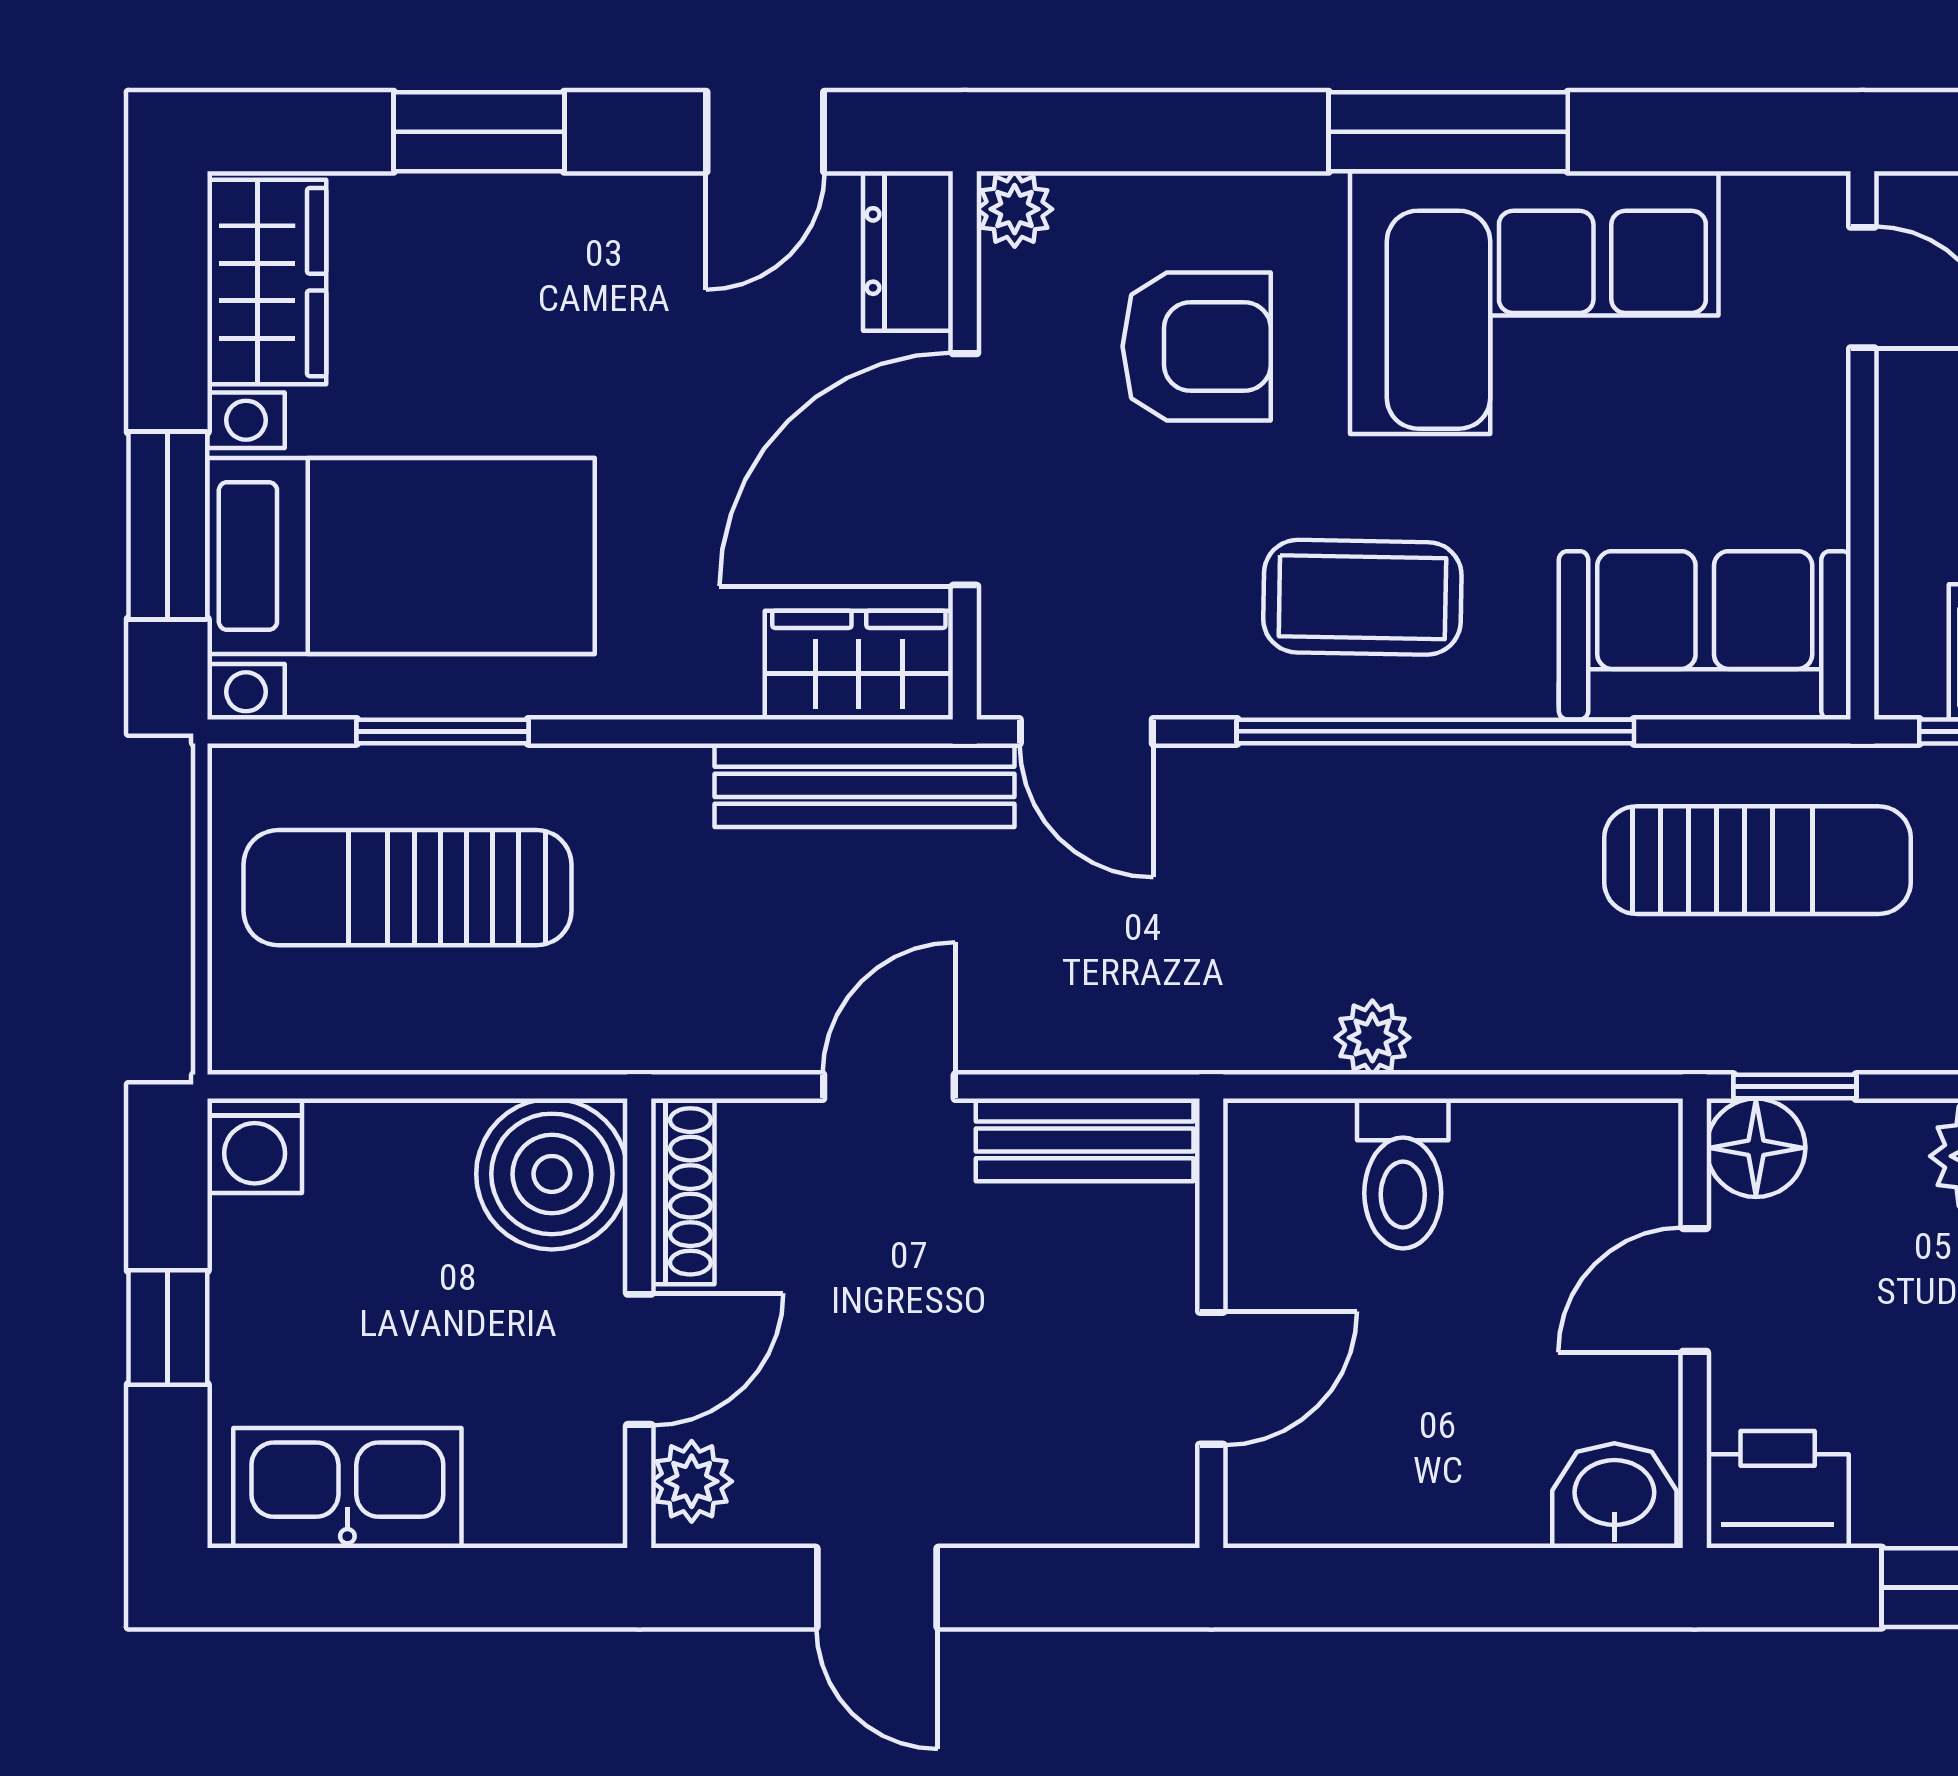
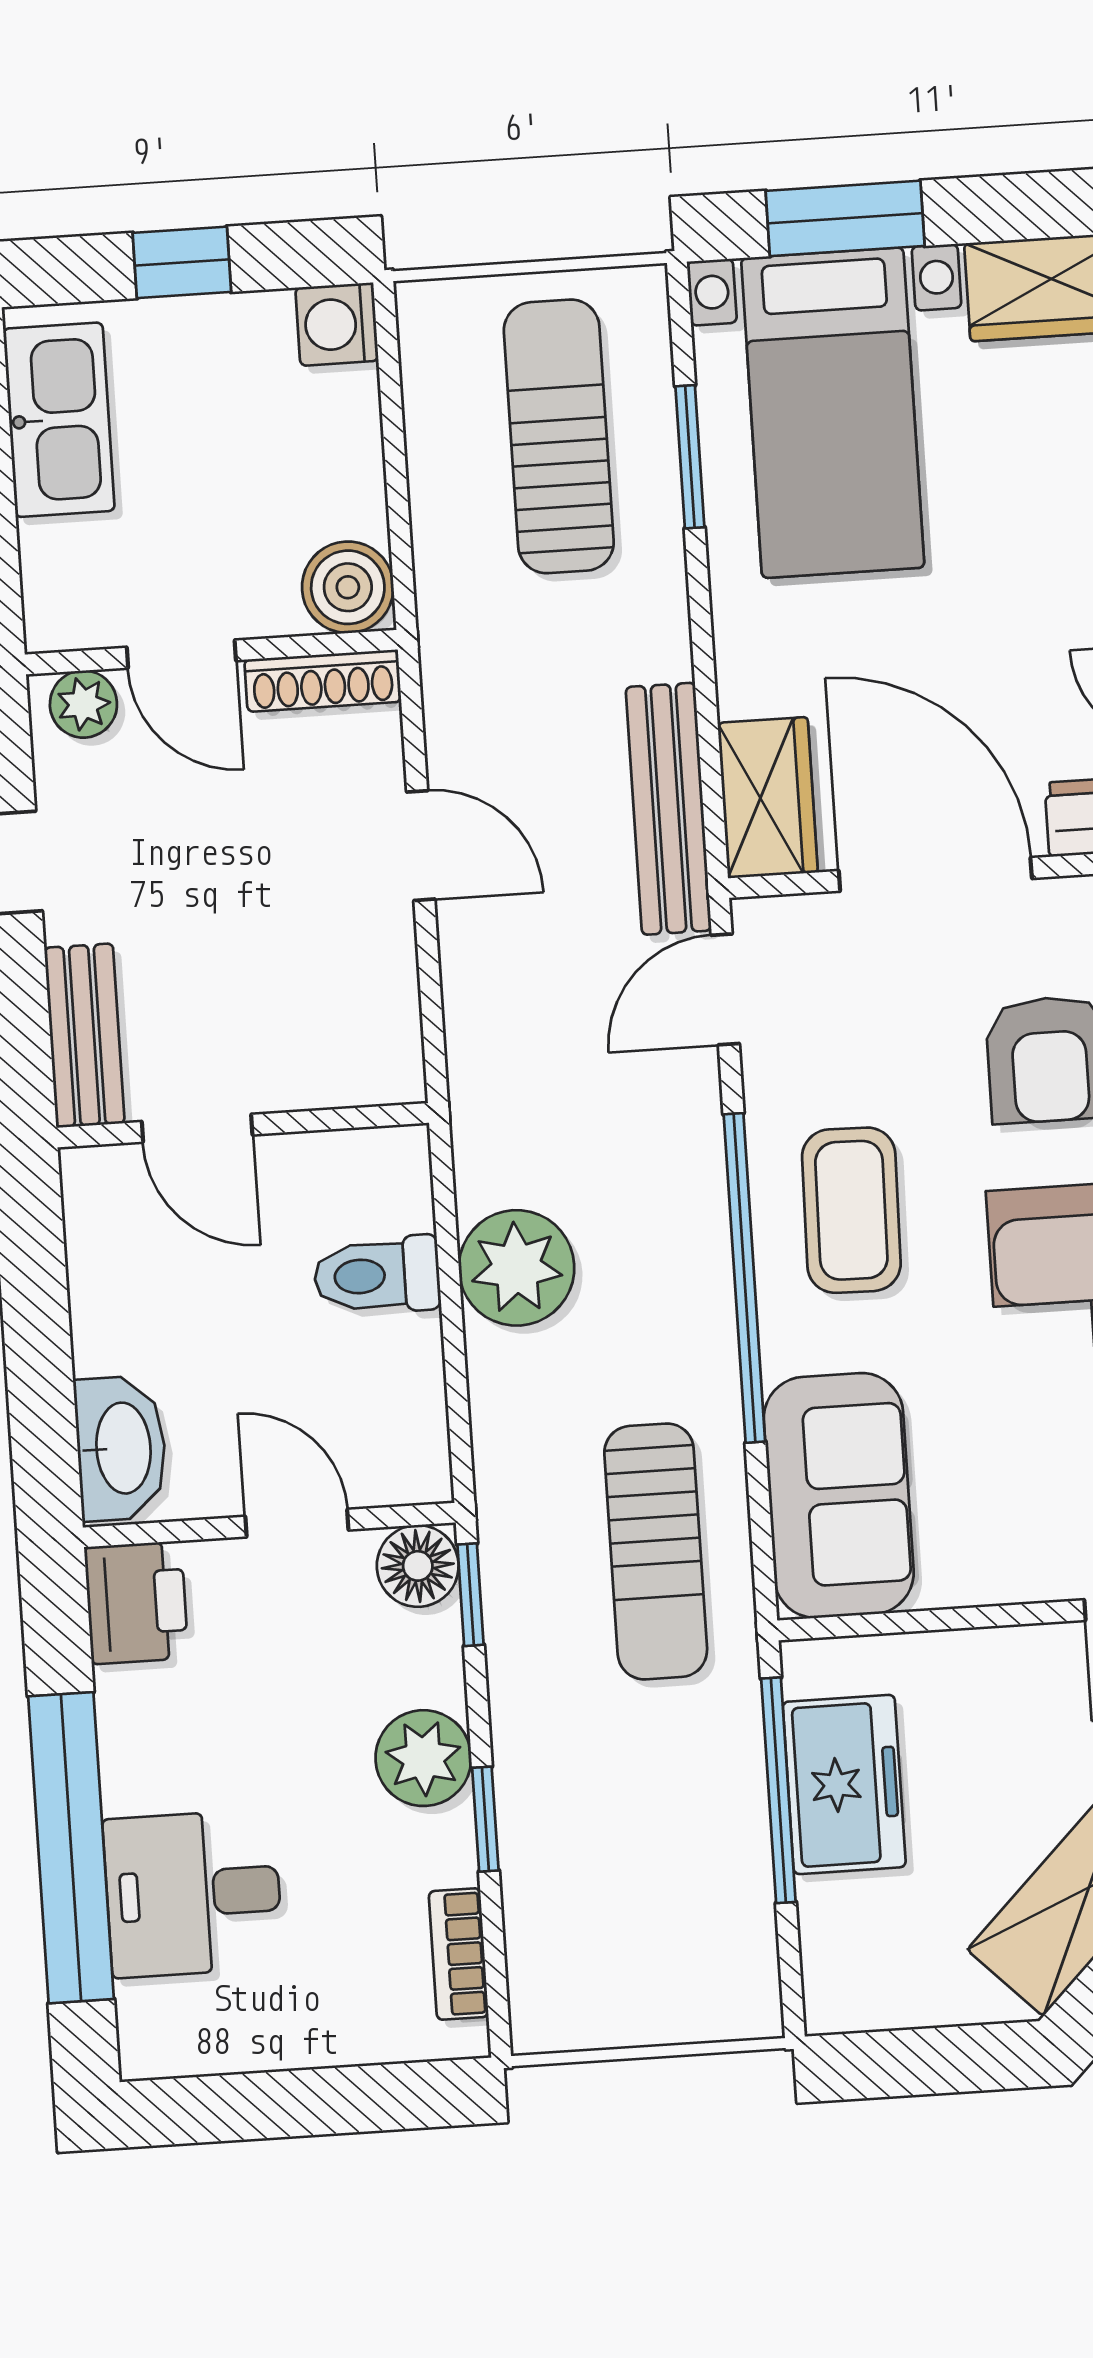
plant: (1372, 1038) -> (517, 1268), width x1.88, depth x1.88
bench: (1085, 1140) -> (84, 1036), moved
boiler: (552, 1174) -> (348, 587), width x0.73, depth x0.73
washbasin: (1614, 1496) -> (121, 1448), width x1.38

